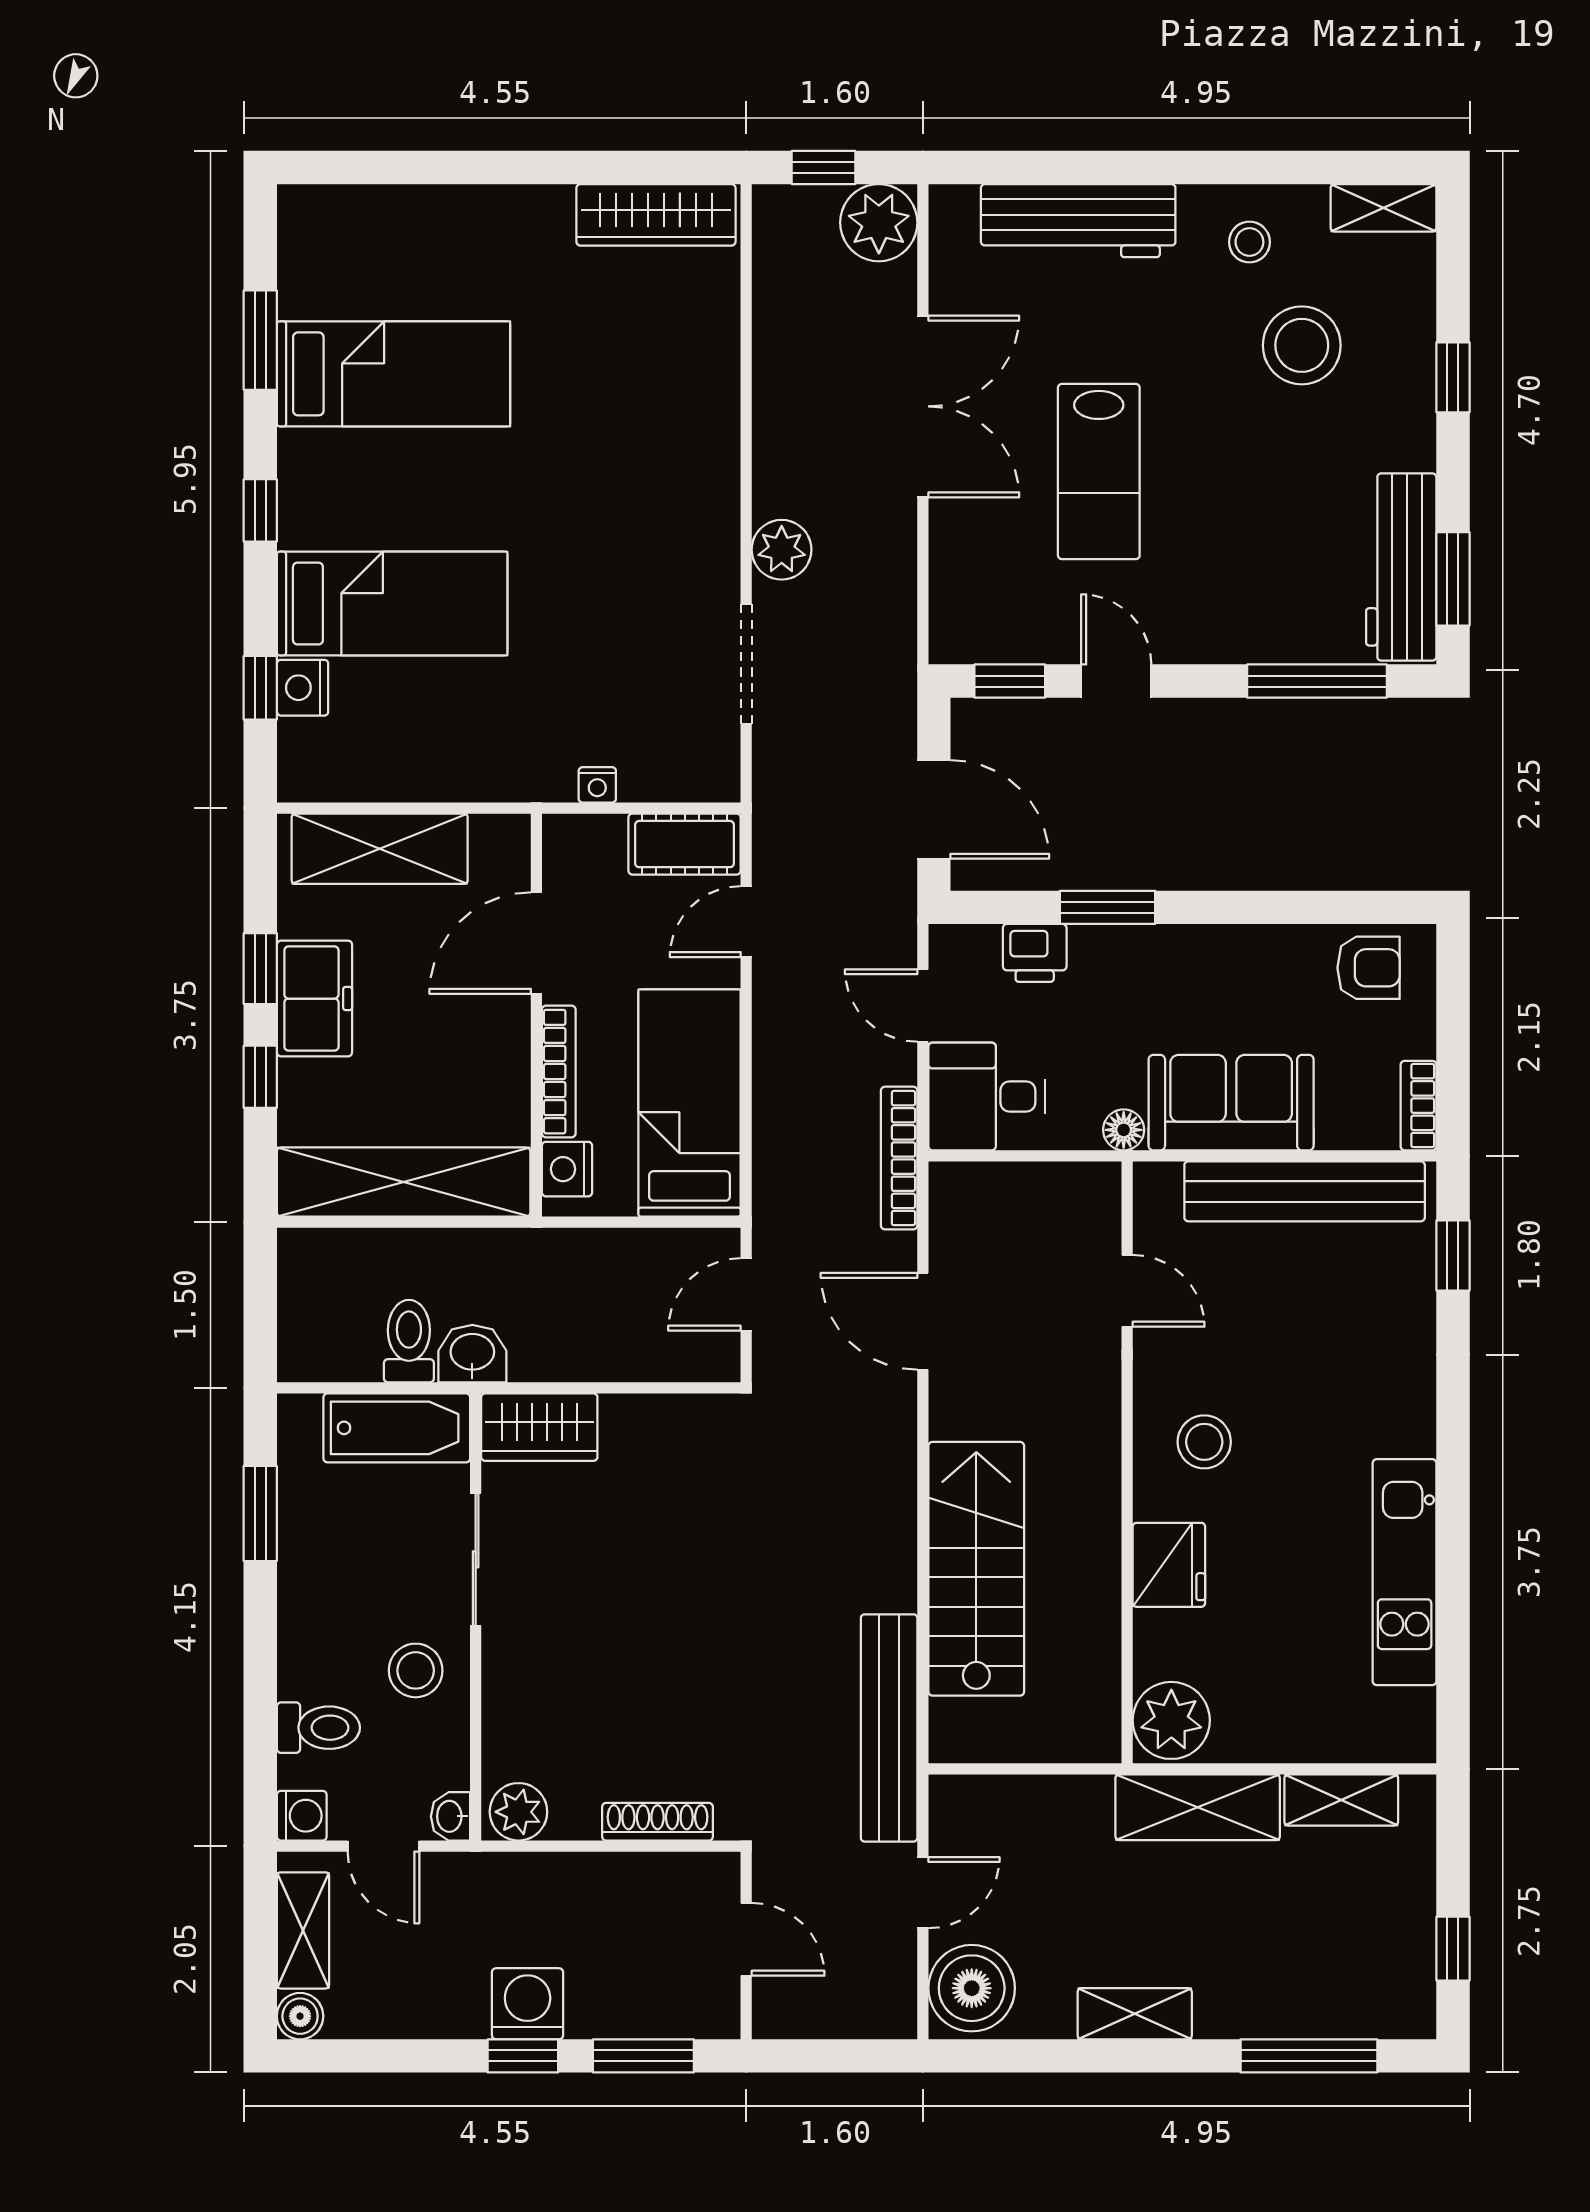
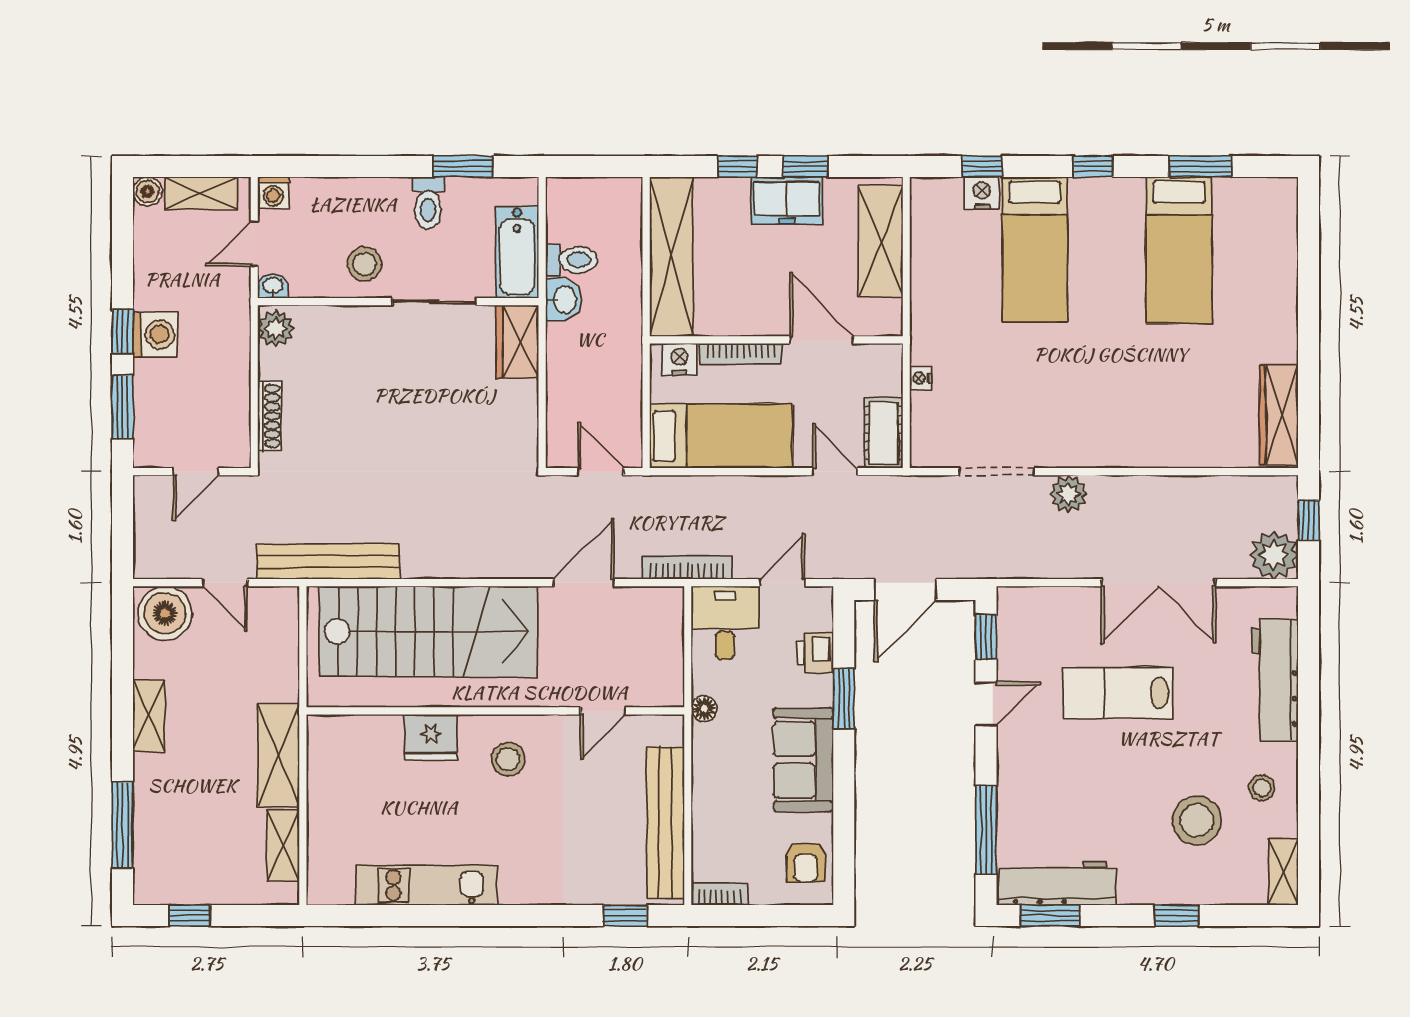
sofa: (1231, 1103) -> (803, 760), moved, turned 180
stairs: (976, 1569) -> (428, 631), width x1.36, depth x1.51
plant: (1171, 1720) -> (333, 739), removed
toilet: (318, 1728) -> (428, 203), moved

